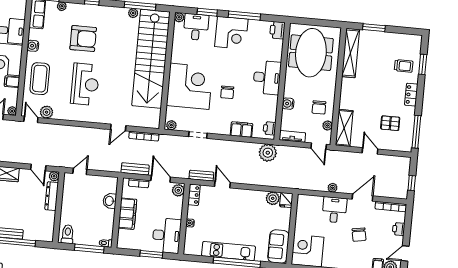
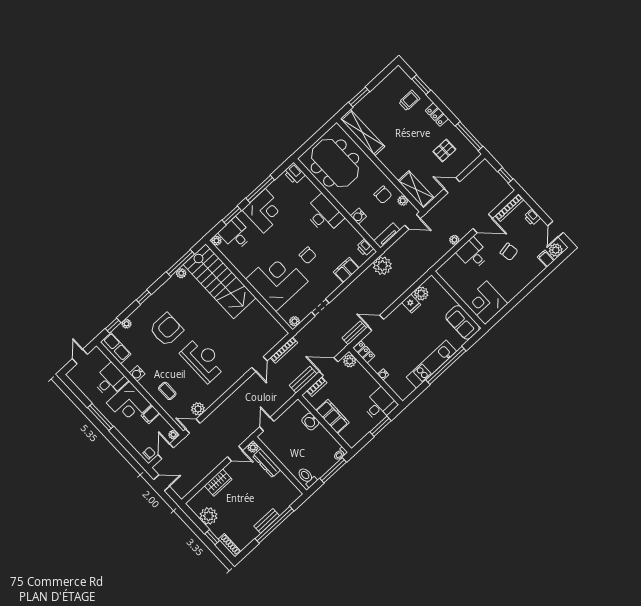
stairs: (151, 59) -> (220, 281), width x0.73
coffee table: (40, 79) -> (167, 391), width x0.54, depth x0.58
door: (363, 198) -> (483, 223), swing flipped
fridge: (286, 200) -> (411, 304), moved
desk: (167, 236) -> (380, 405), width x0.73

